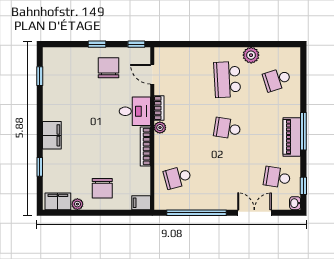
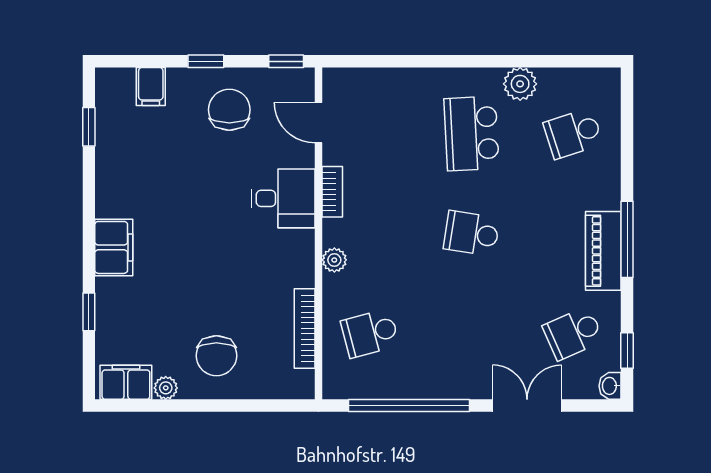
plant: (160, 128) -> (334, 260), moved
bookcase: (145, 146) -> (305, 328), moved
school desk: (277, 177) -> (573, 333), turned -33
filing cabinet: (141, 203) -> (151, 86), moved, turned -90

